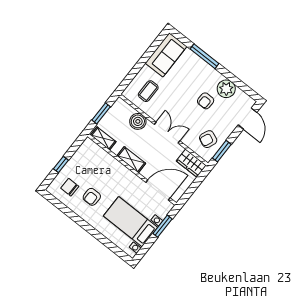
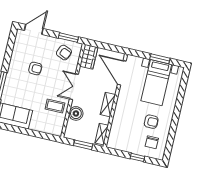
plant: (226, 89) -> (18, 57), removed
coffee table: (148, 91) -> (55, 106), moved
window: (163, 226) -> (160, 59), moved

